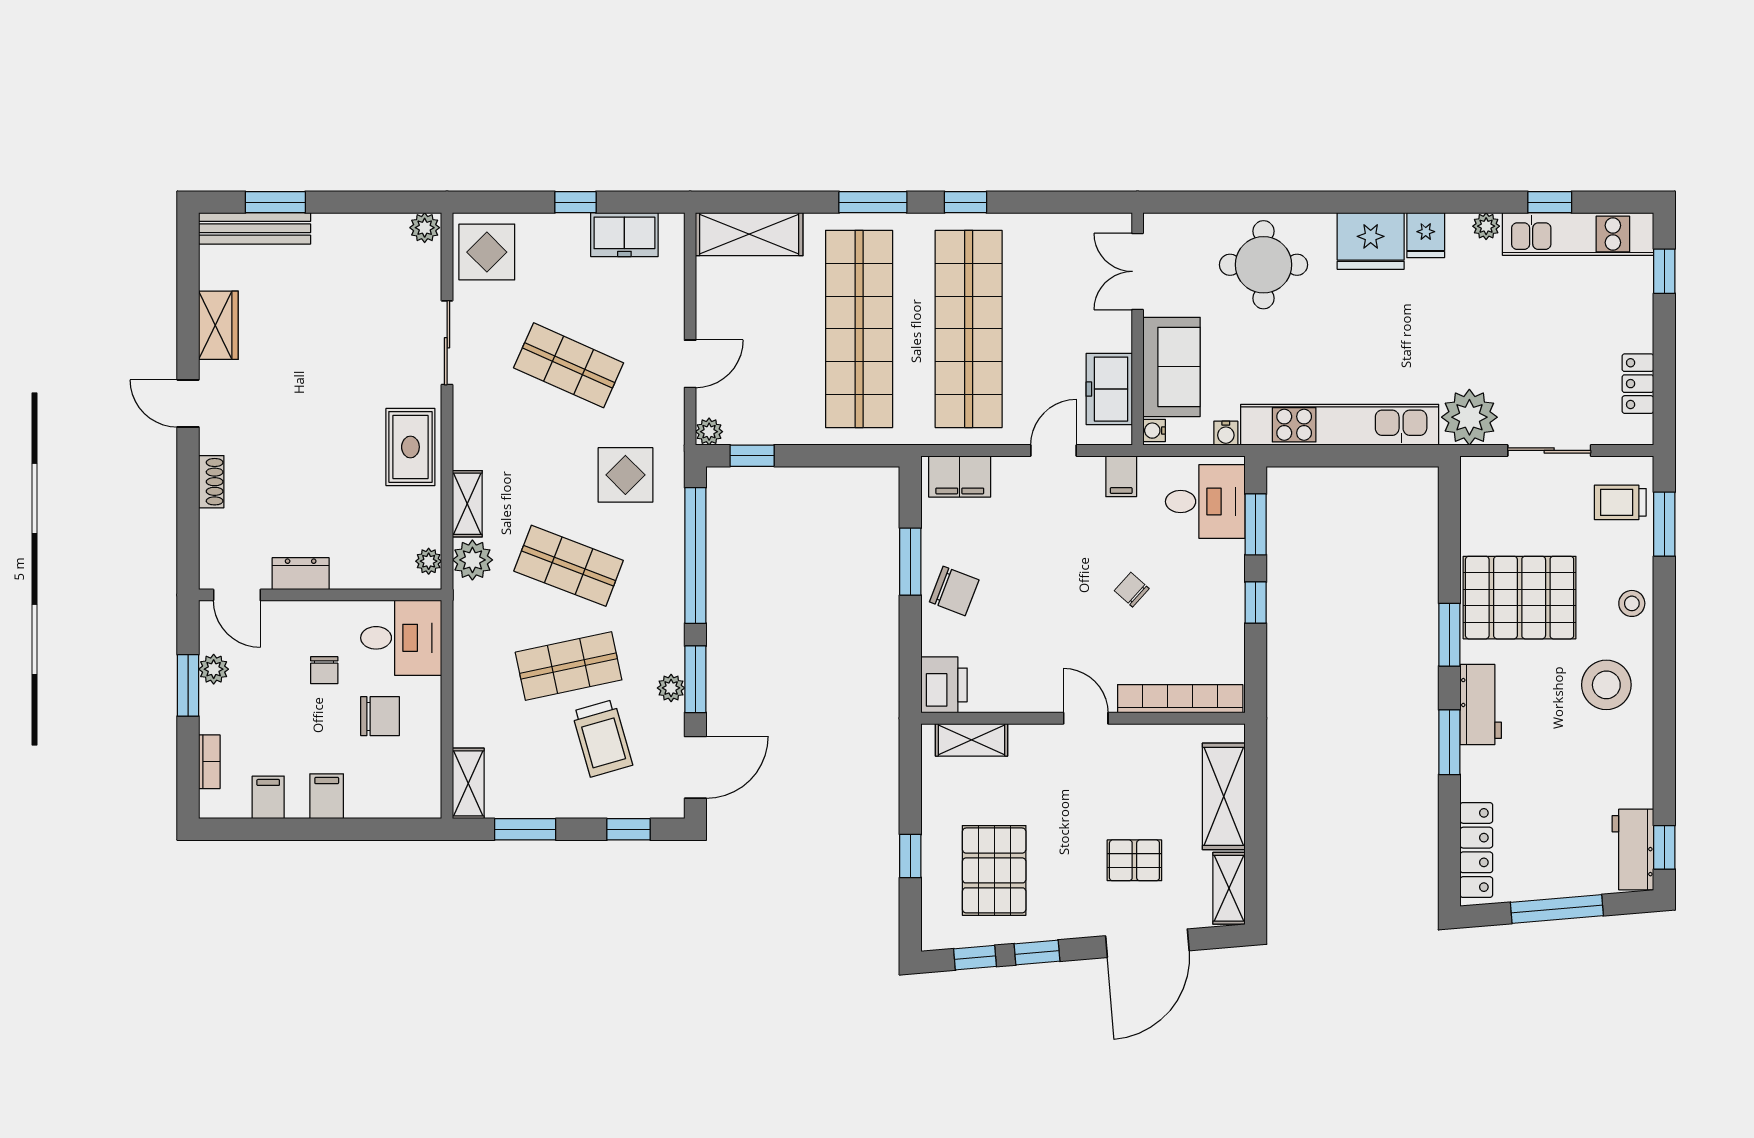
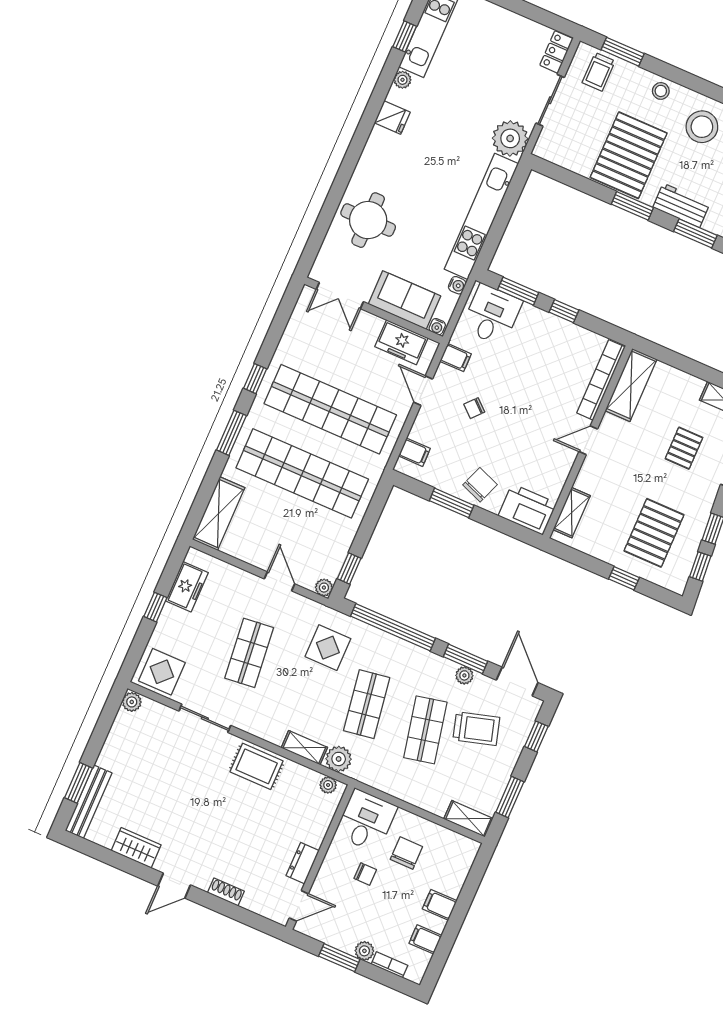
fridge: (1371, 241) -> (382, 151), removed
shop shelf: (569, 365) -> (249, 653), turned -30
locker: (1638, 384) -> (556, 52), moved, turned 90
filing cabinet: (960, 476) -> (414, 452), width x0.50
shop shelf: (569, 566) -> (367, 704), turned -30
chair: (1132, 590) -> (474, 408), moved
plant: (214, 669) -> (364, 951), moved
printer: (944, 685) -> (528, 509), width x1.37, depth x1.19
shelving: (1224, 796) -> (631, 385), moved, turned 90
pallet: (994, 870) -> (654, 533), turned 90

